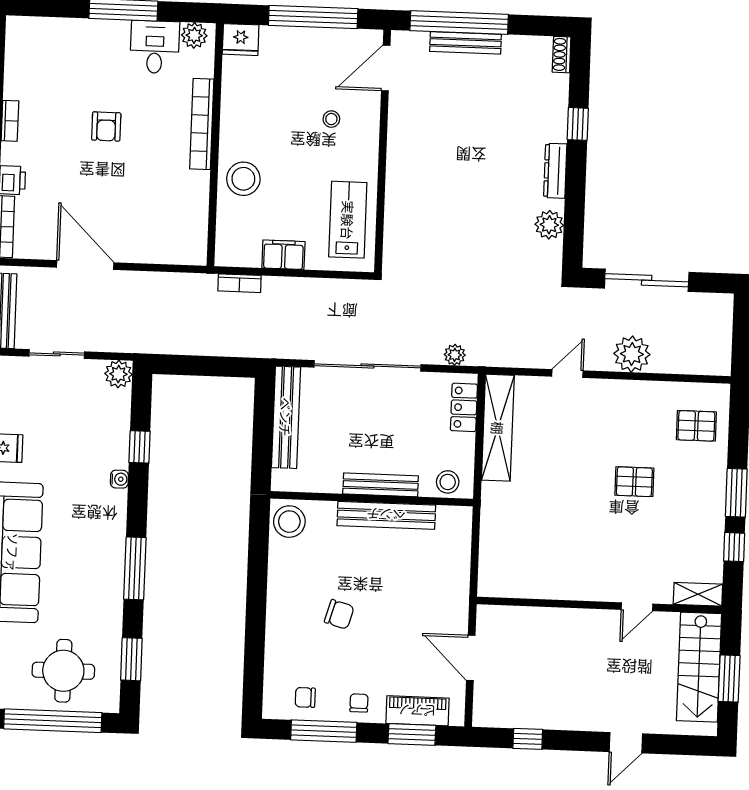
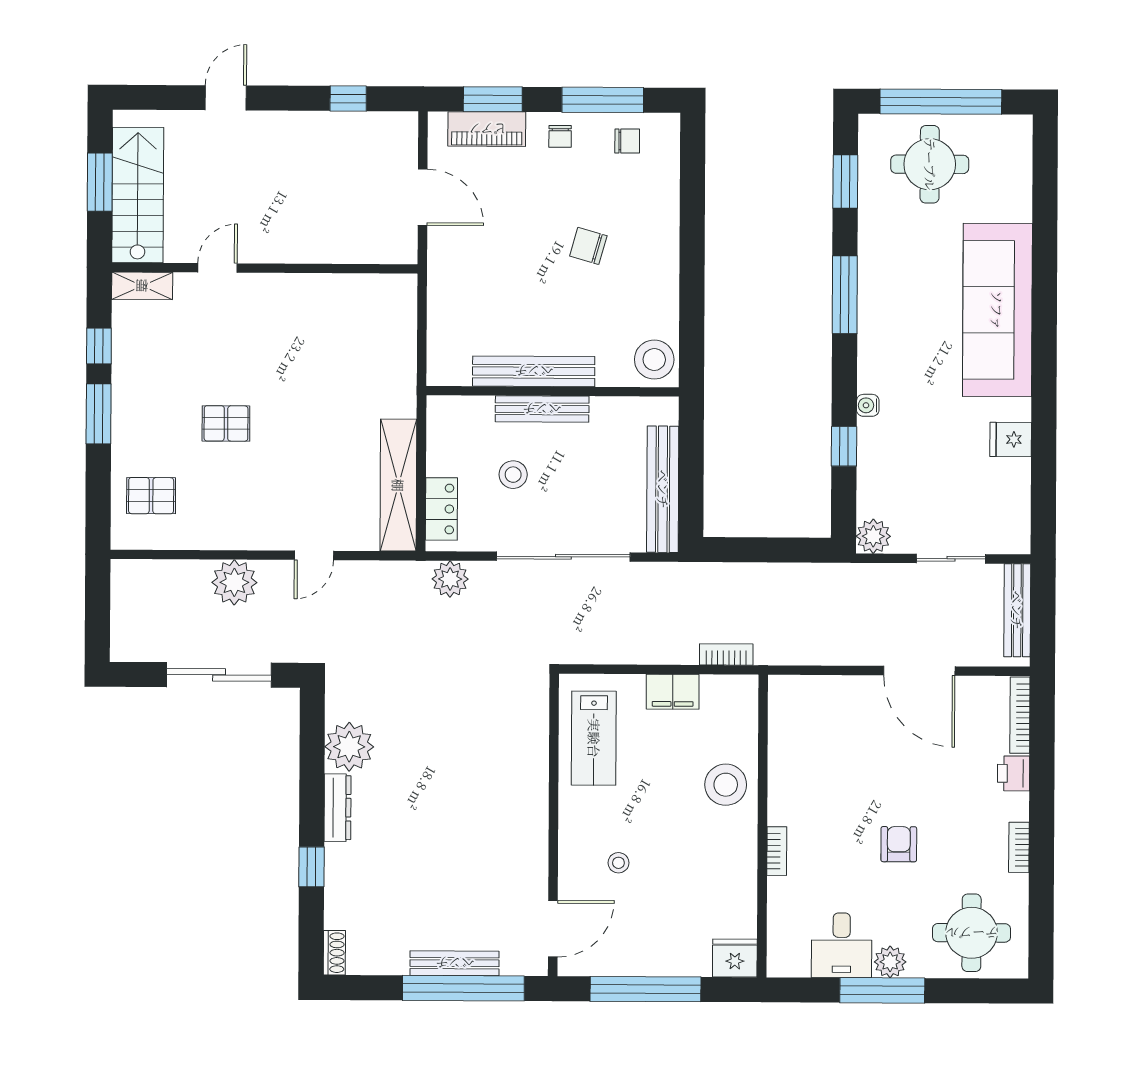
plant: (194, 35) -> (890, 962), moved
round table: (50, 54) -> (972, 933), added
bookcase: (202, 124) -> (777, 851), width x0.43, depth x0.76
plant: (549, 225) -> (349, 747), width x1.36, depth x1.36
plant: (455, 355) -> (450, 579), width x1.38, depth x1.38
stool: (448, 482) -> (513, 475), moved

